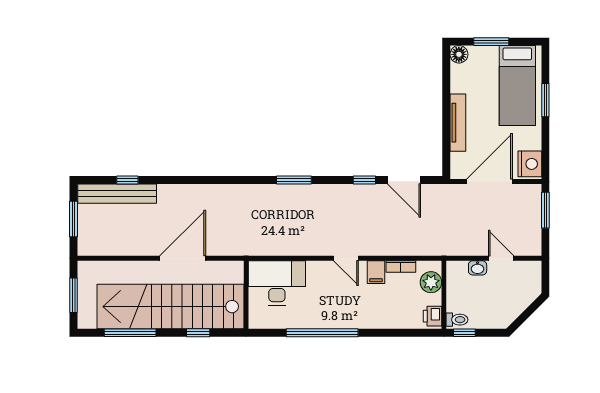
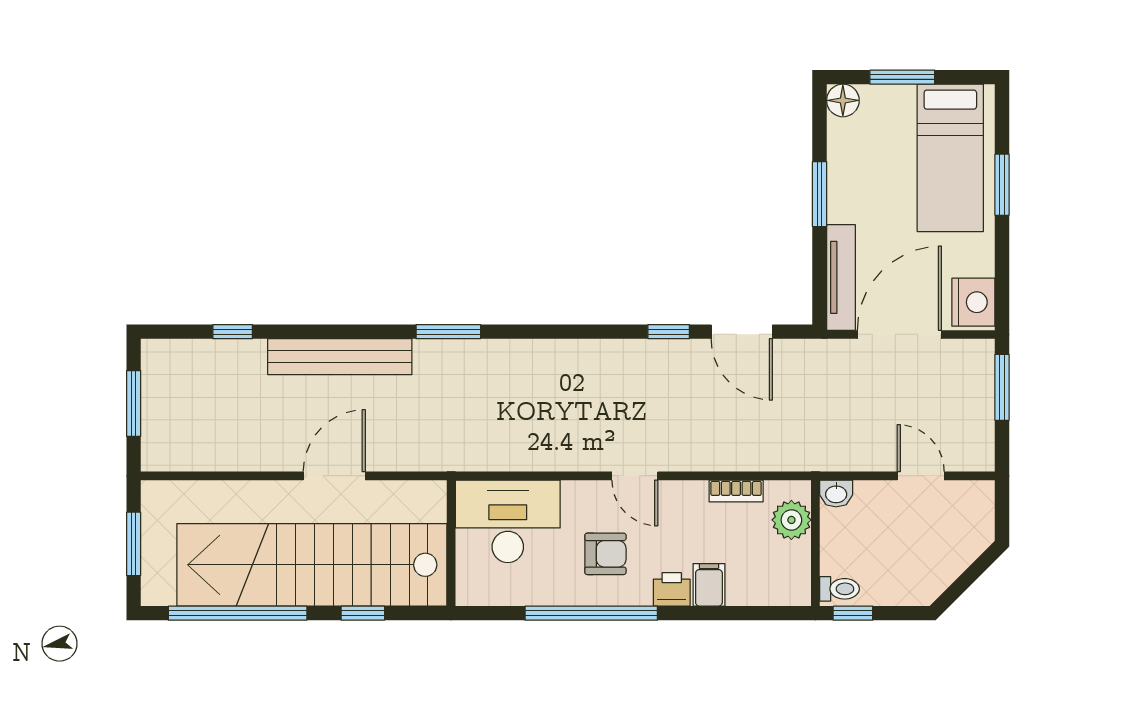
window: (446, 105) -> (820, 194), added
tv unit: (458, 123) -> (841, 277), moved
window: (294, 180) -> (448, 332), moved
bench: (117, 194) -> (340, 357), moved
door: (183, 258) -> (334, 476), width x0.73
washbasin: (478, 268) -> (836, 494), moved
filing cabinet: (376, 272) -> (709, 585), moved, turned 180
armchair: (330, 301) -> (605, 554), added
printer: (433, 316) -> (672, 589), moved, turned 90
window: (130, 333) -> (238, 613), width x1.46

